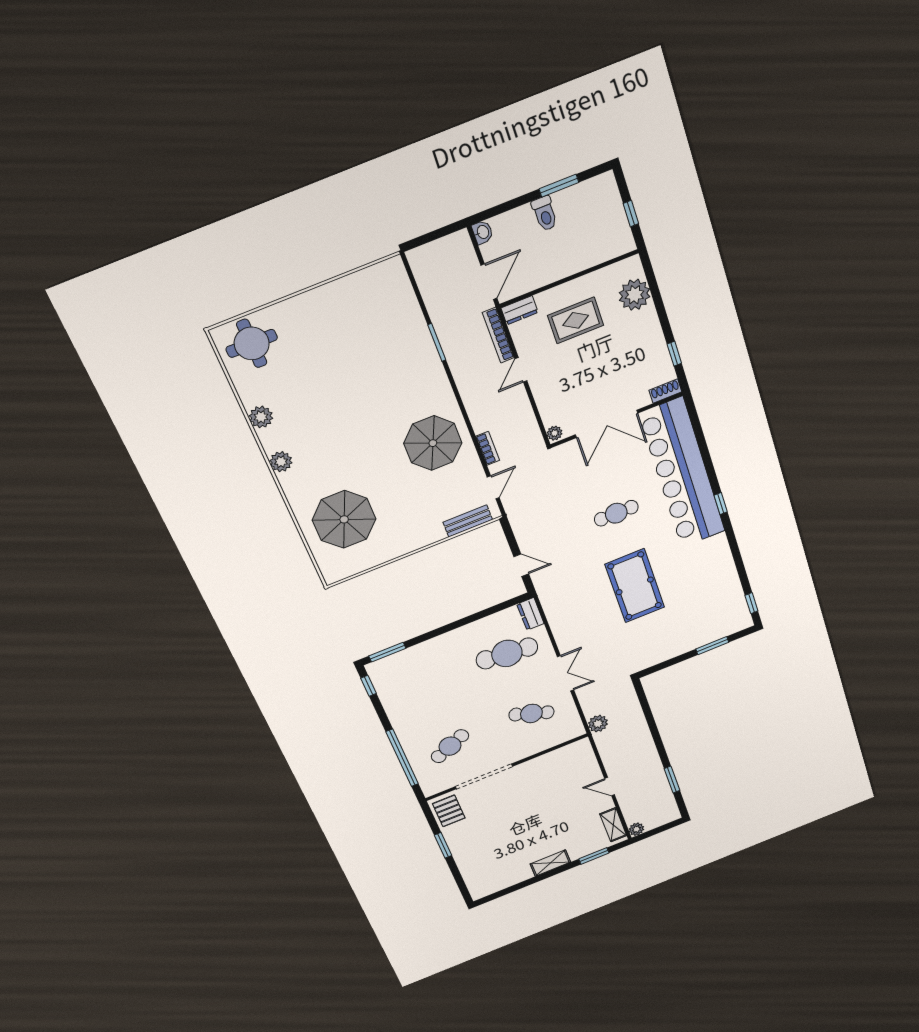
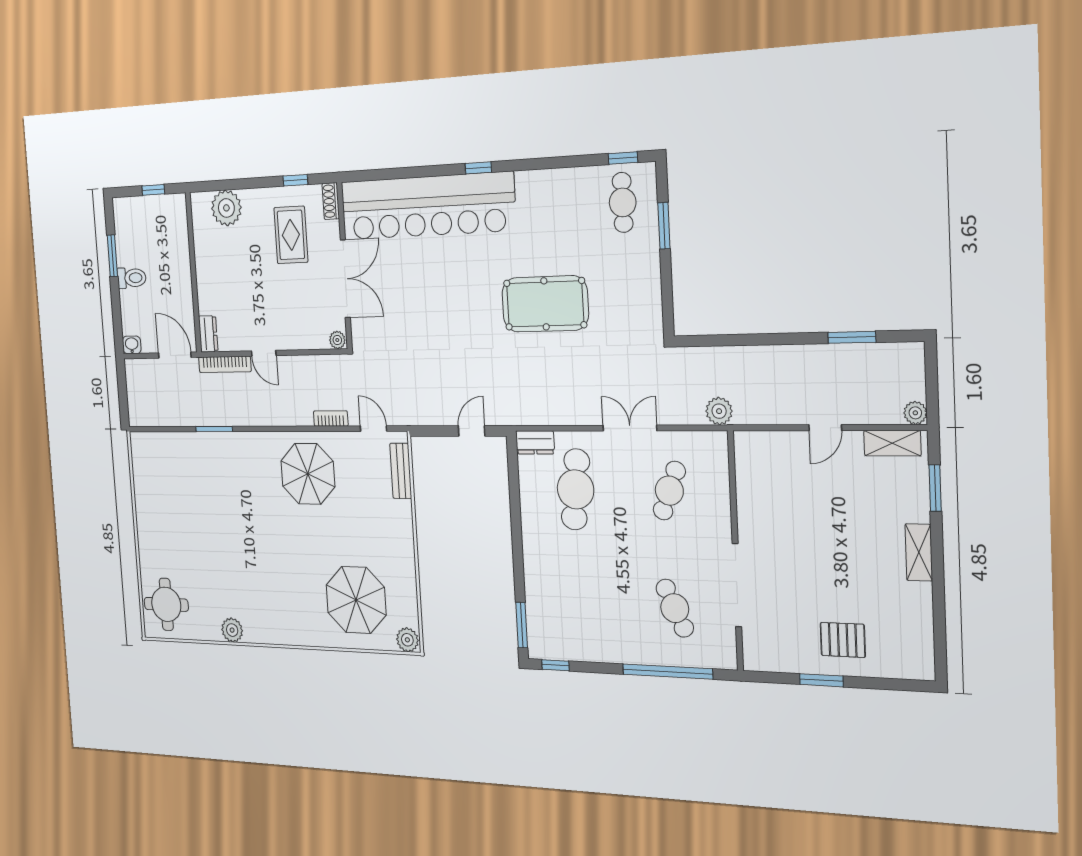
rug: (576, 320) -> (291, 235), moved
plant: (281, 462) -> (407, 640), moved
cafe table: (616, 513) -> (623, 202), moved
pallet: (449, 811) -> (843, 640), moved

